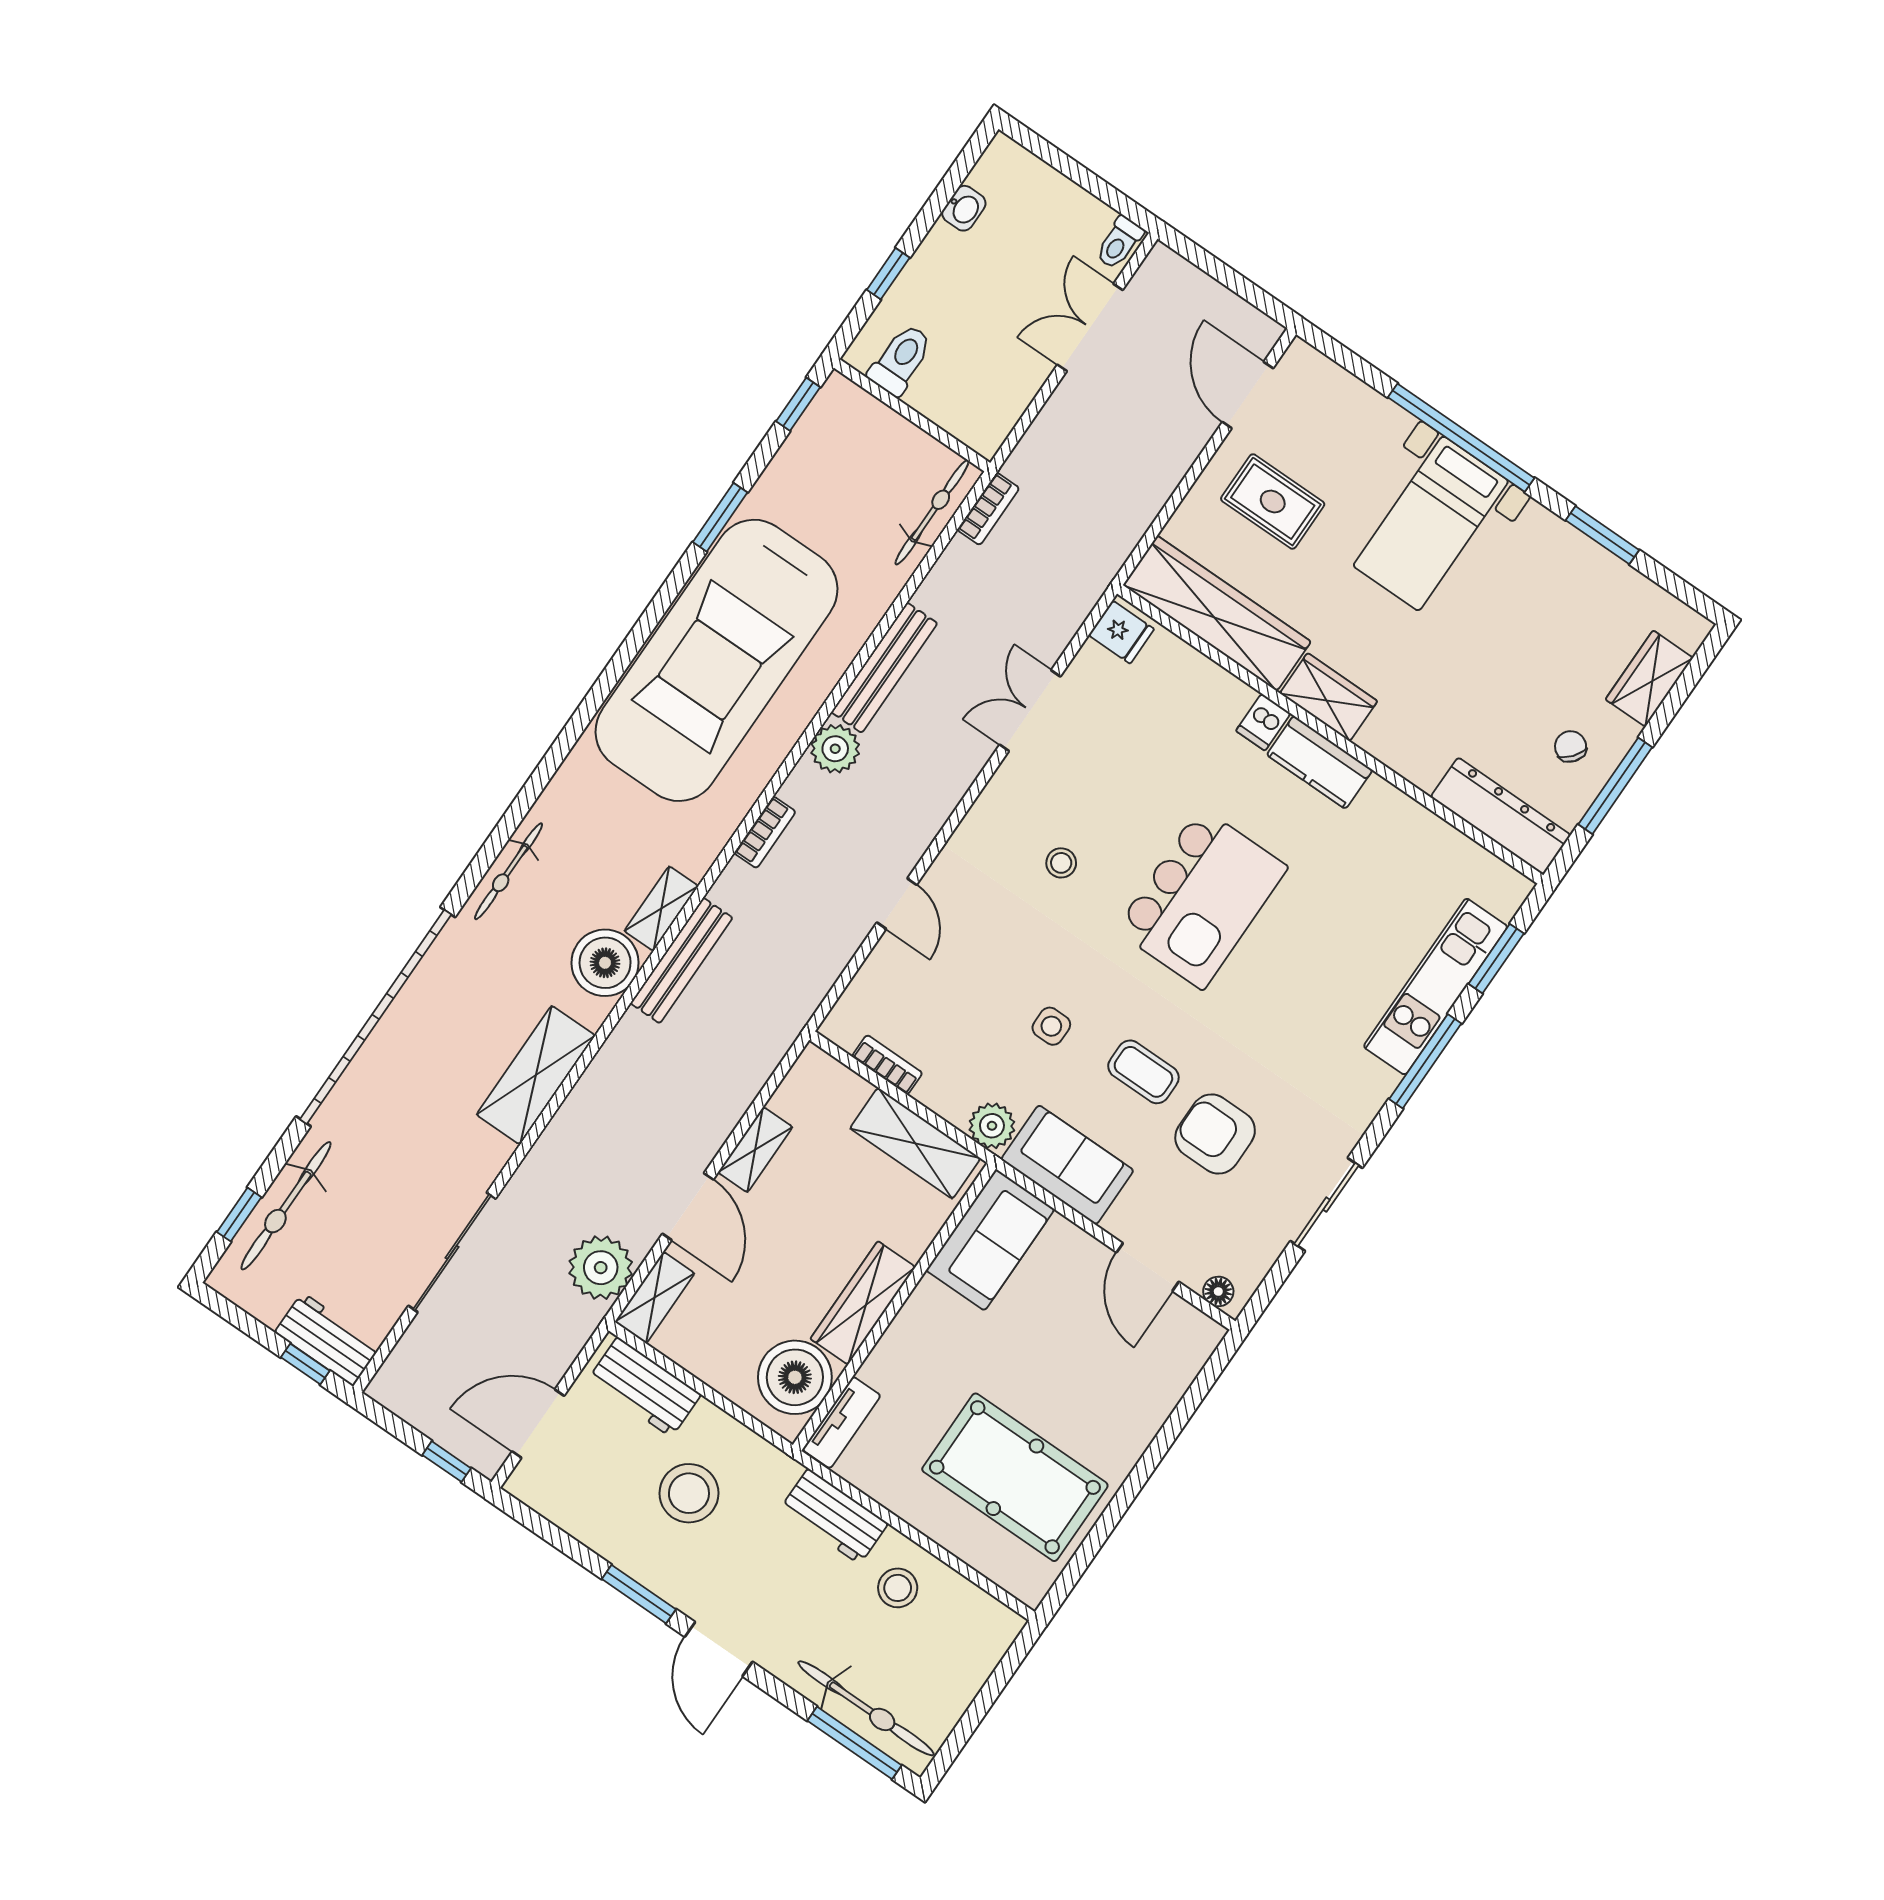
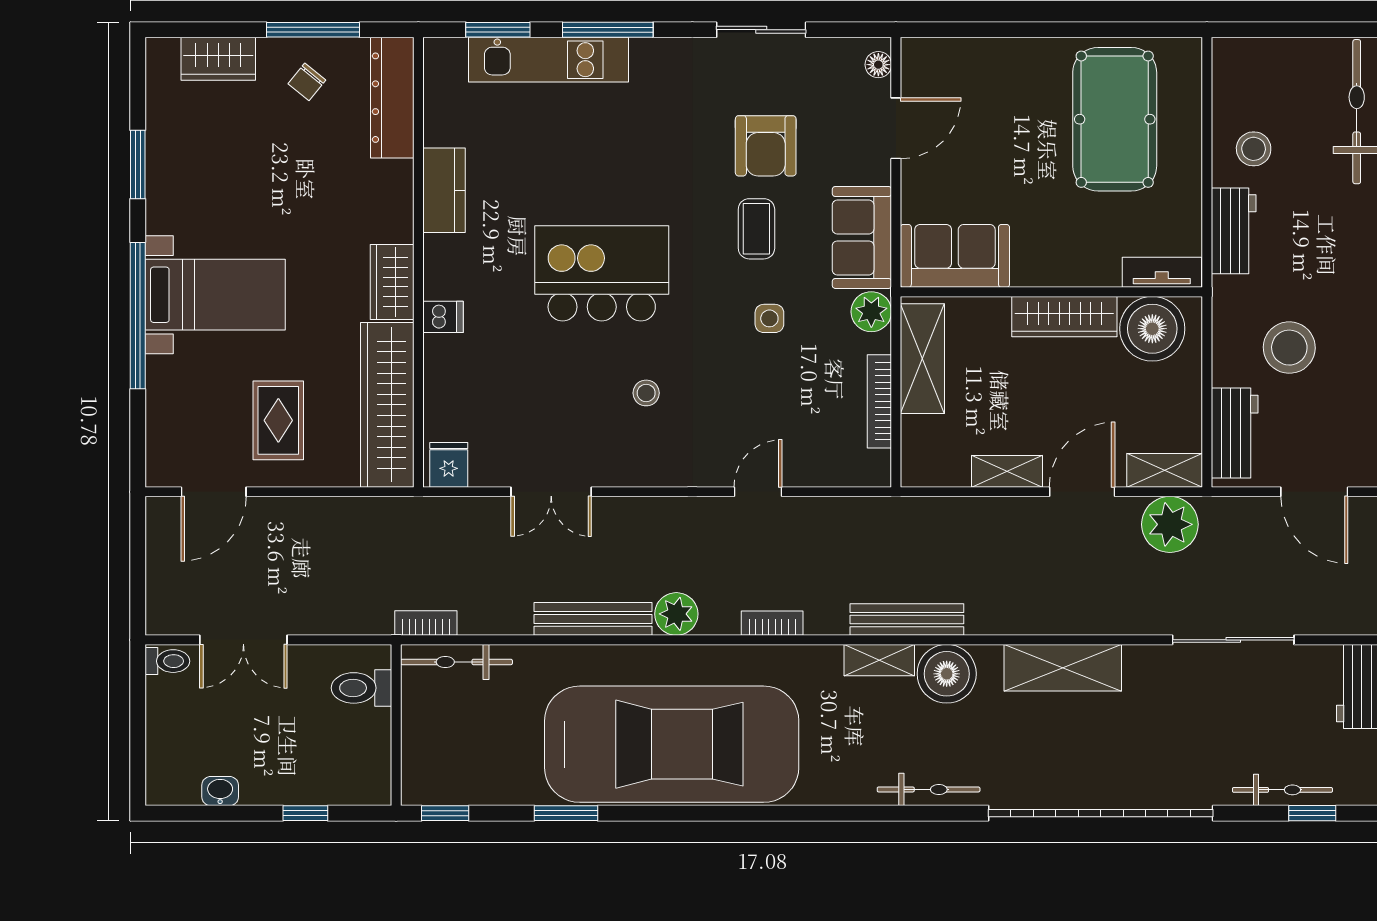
toilet: (901, 360) -> (361, 688), moved
kitchen counter: (1320, 762) -> (444, 190), moved
bookcase: (887, 1065) -> (879, 401), width x1.56
bicycle: (286, 1206) -> (1282, 790), width x0.73, depth x0.71

